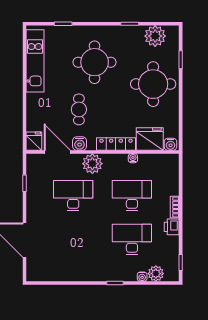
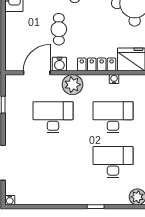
fridge: (34, 141) -> (13, 62), removed
door: (57, 152) -> (37, 73), hinge flipped
water cooler: (142, 277) -> (10, 200), moved

